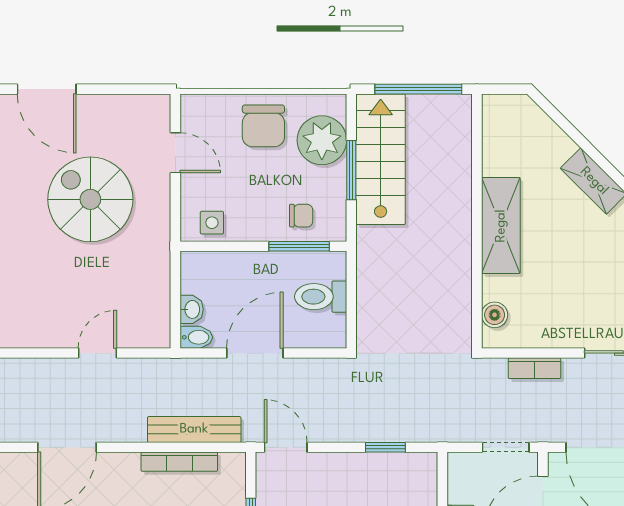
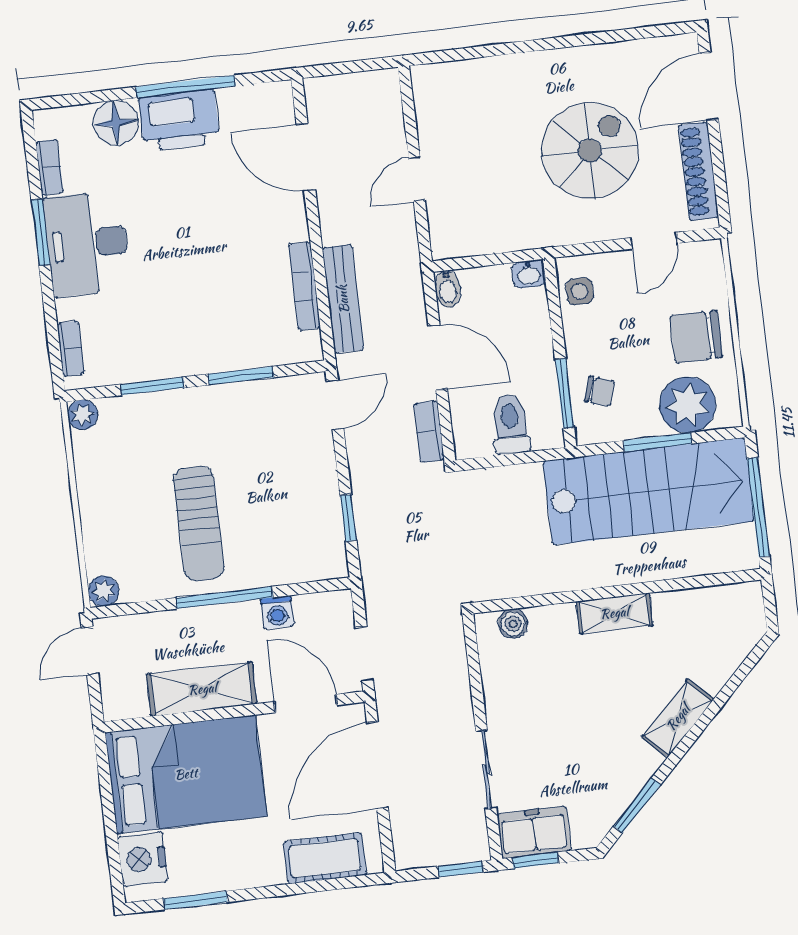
shoe rack: (120, 107) -> (698, 171), added
stairs: (381, 159) -> (649, 491), width x1.36, depth x1.51
chair: (301, 216) -> (599, 391), turned -71
shelving: (501, 226) -> (614, 613), width x0.67, depth x0.75
washbasin: (192, 309) -> (529, 274), moved
door: (97, 353) -> (417, 179), swing flipped
bookcase: (534, 368) -> (429, 432), moved

